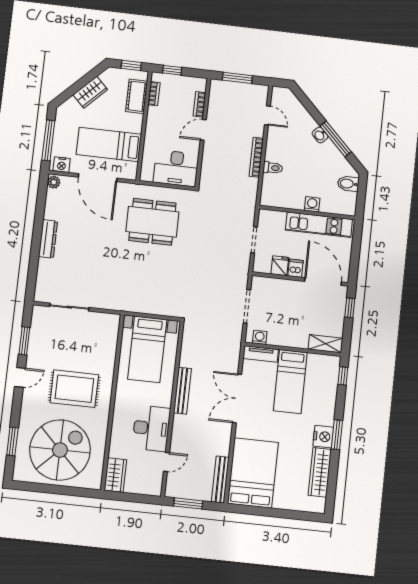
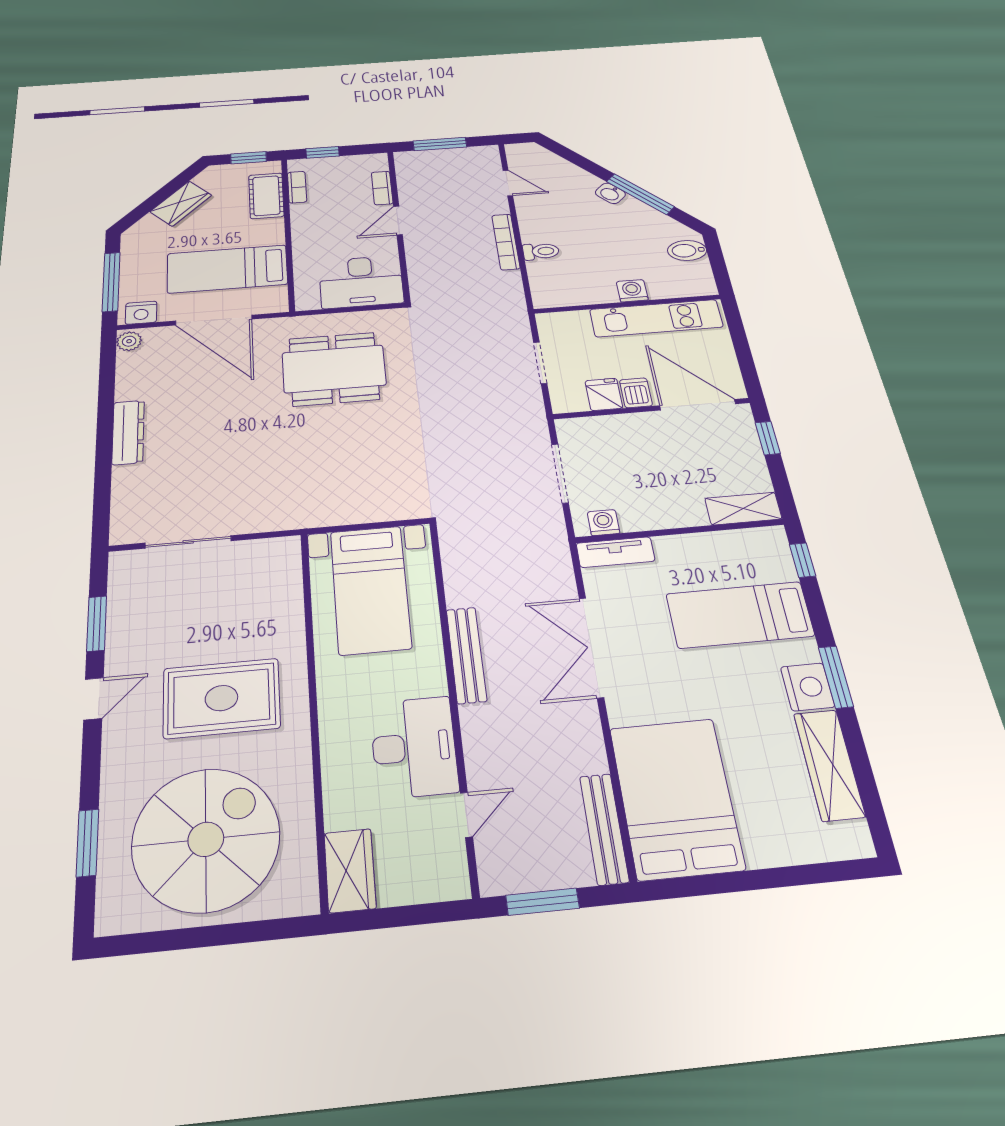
bed: (290, 382) -> (740, 615), moved, turned 90

